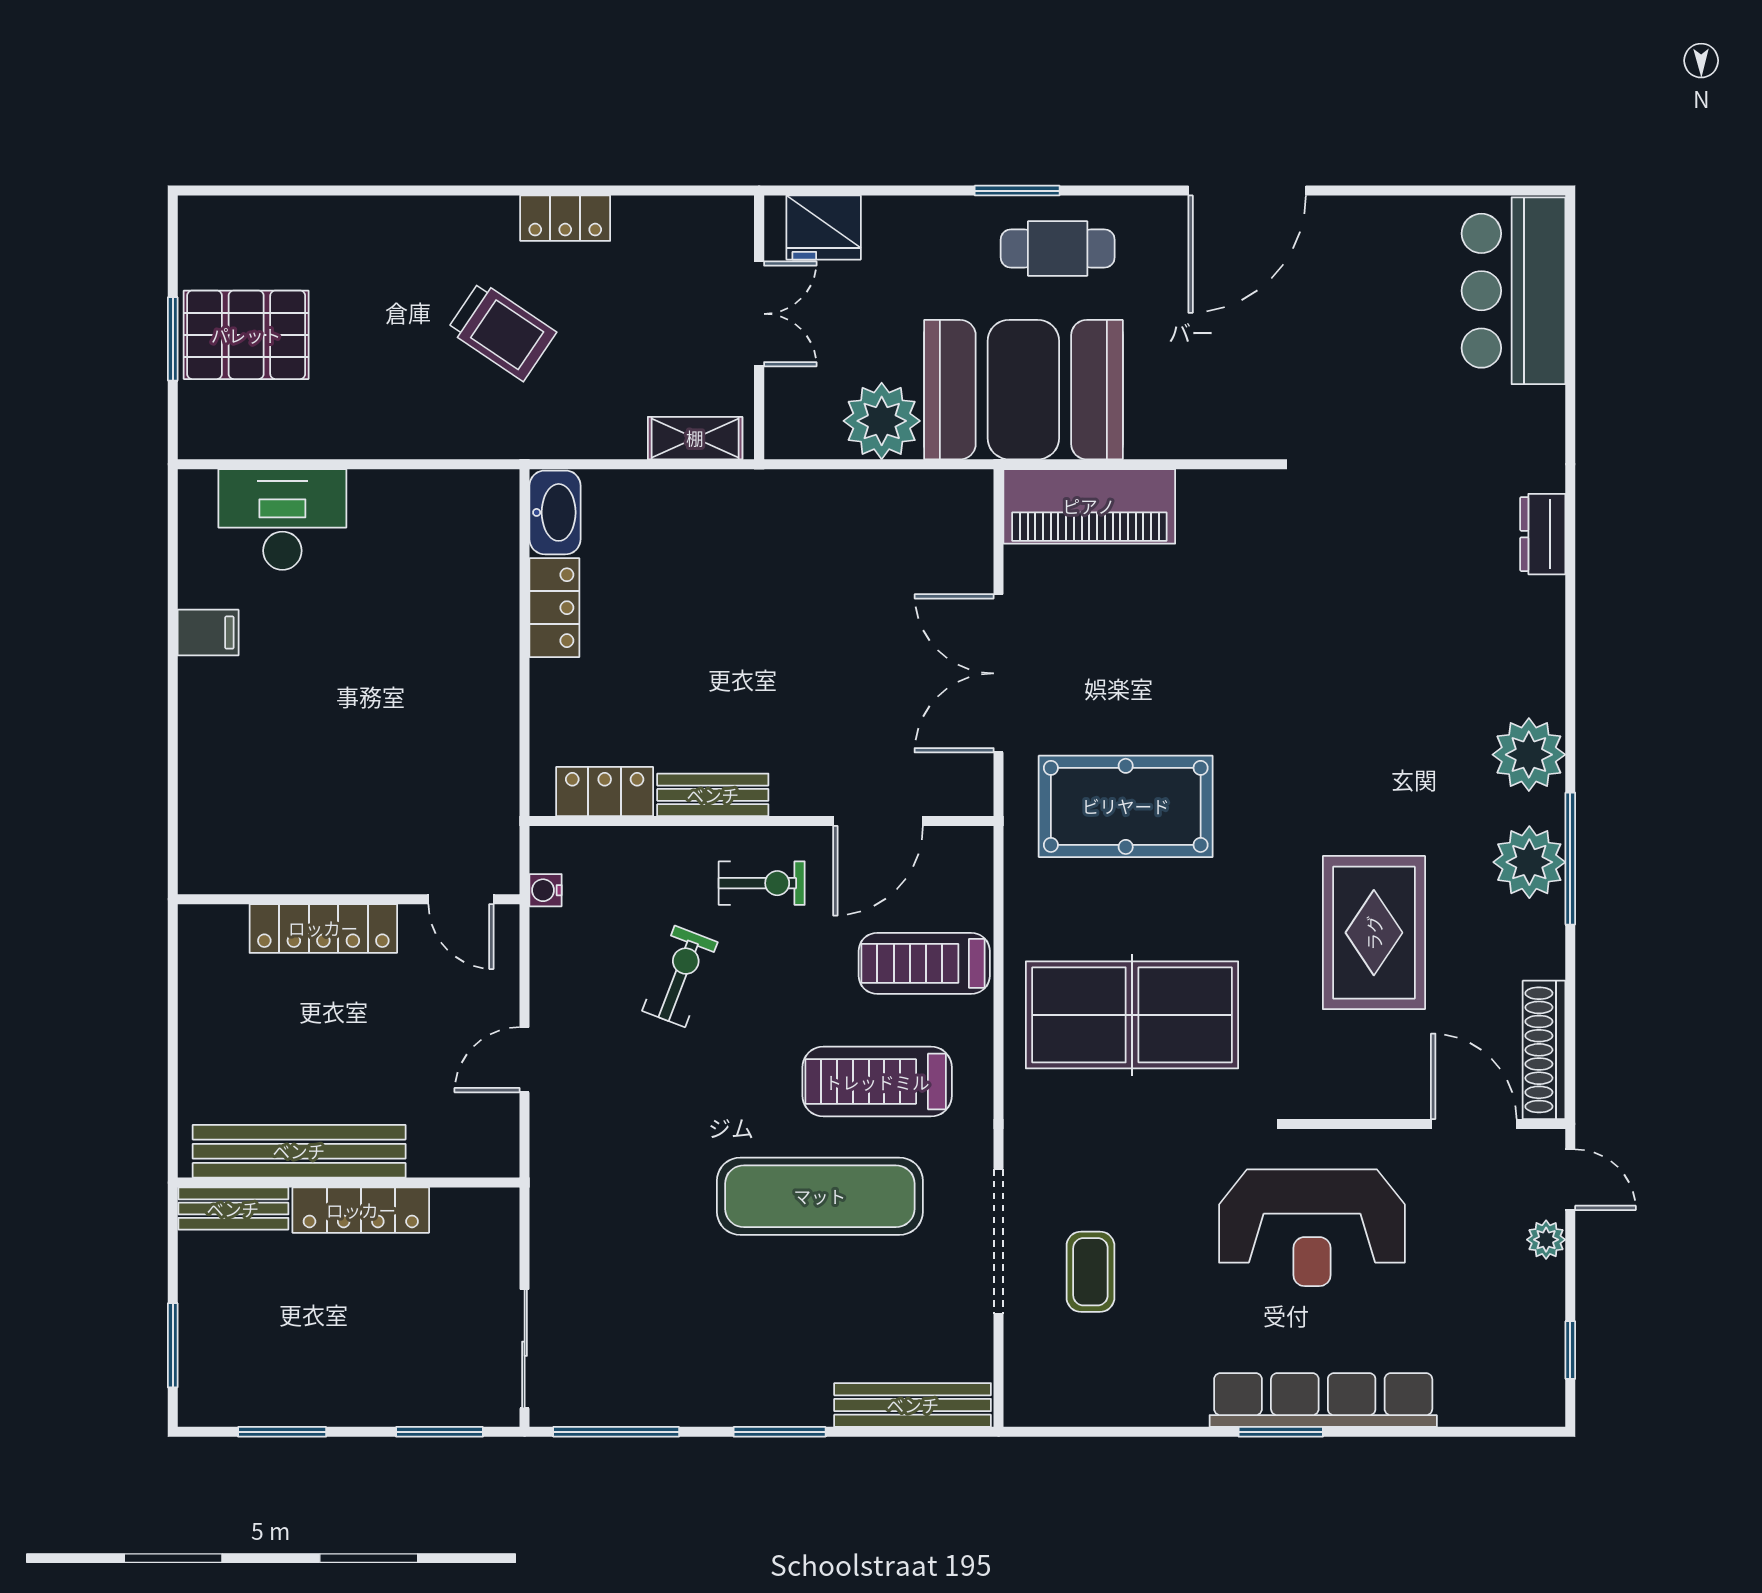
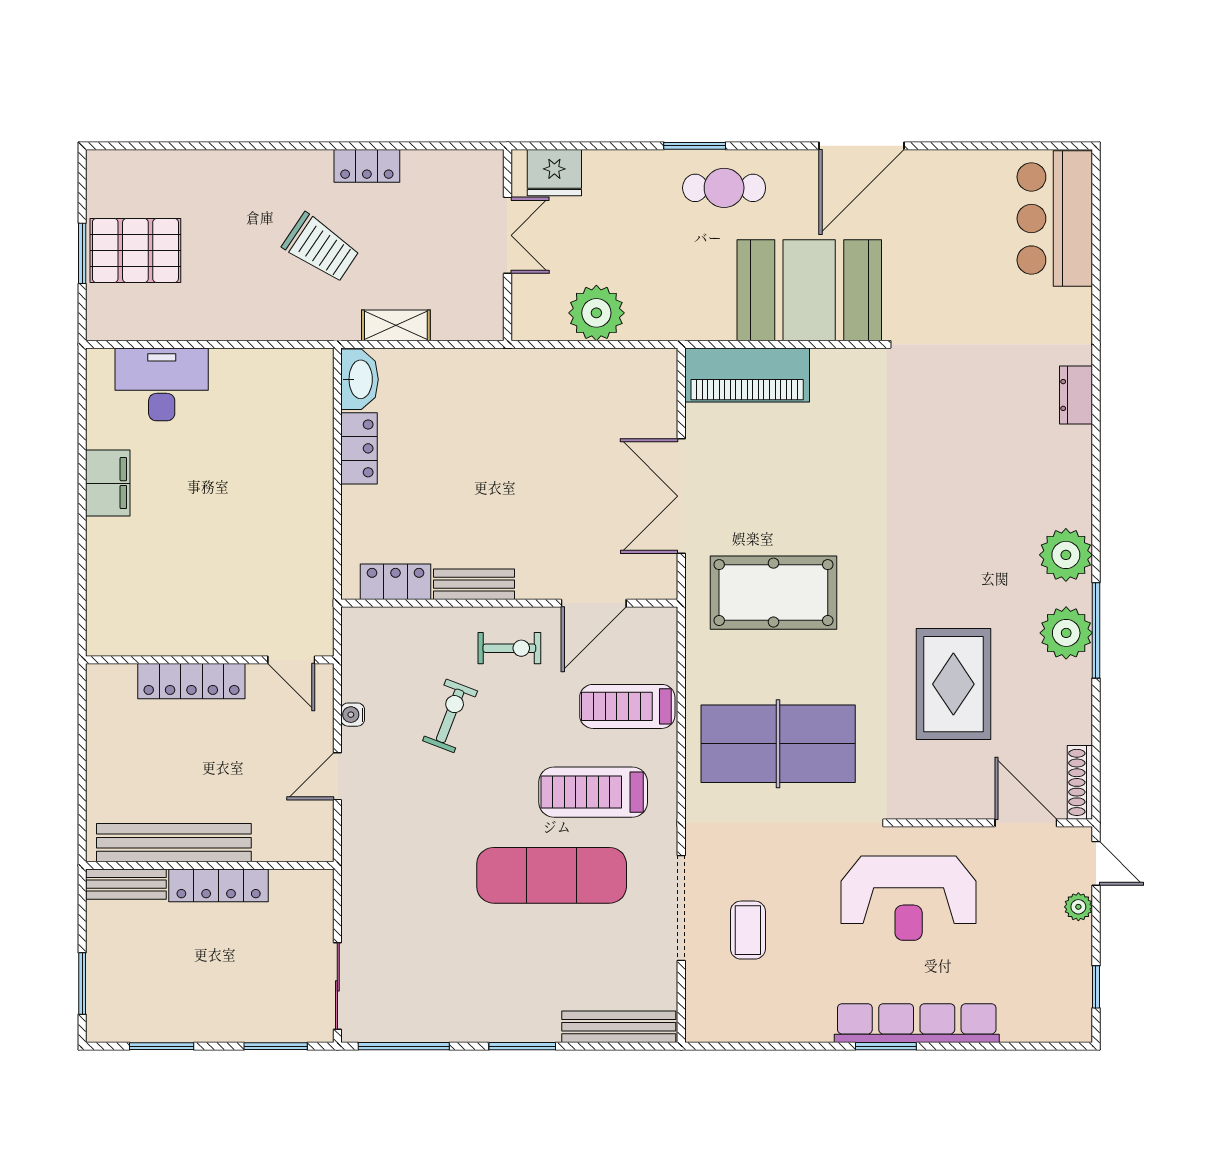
booth: (1023, 390) -> (809, 290), moved
shelving: (695, 438) -> (396, 325), moved
filing cabinet: (208, 633) -> (108, 483), width x2.00
water cooler: (546, 890) -> (353, 715), moved
shoe rack: (1544, 1050) -> (1080, 782), width x0.74, depth x0.81

